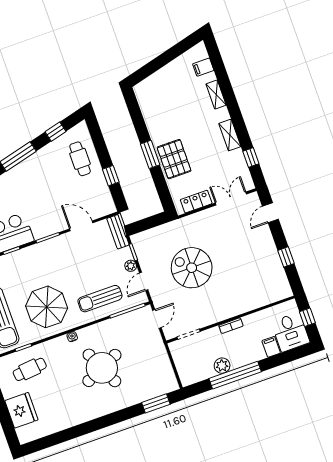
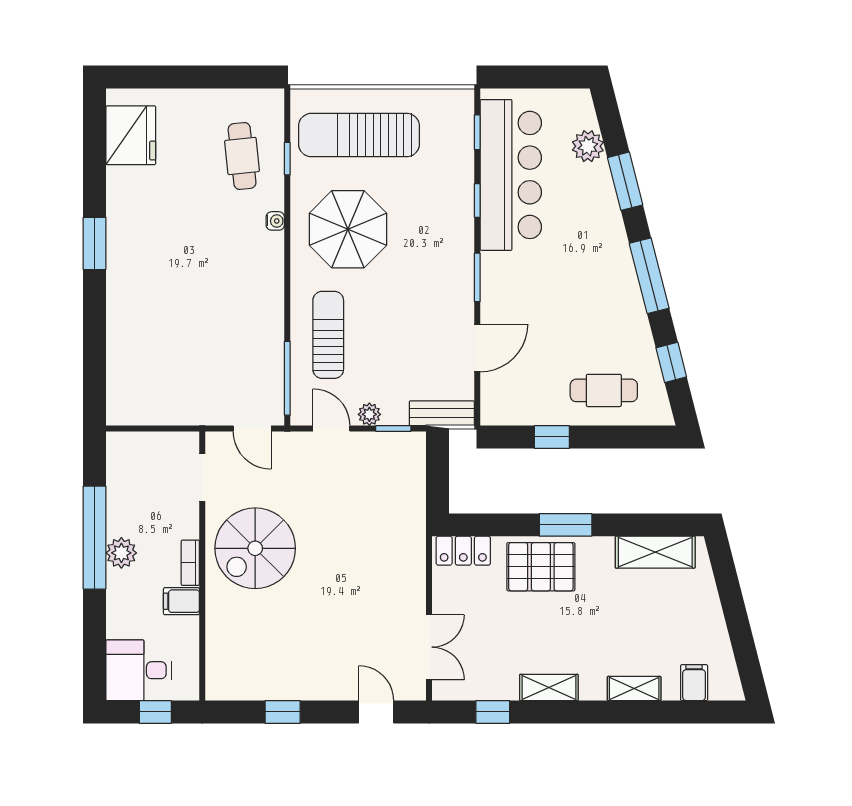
shelving: (148, 107) -> (655, 552), added
locker: (196, 202) -> (463, 551), moved, turned 90
spiral stairs: (192, 268) -> (255, 548), moved, turned 180
water cooler: (72, 337) -> (275, 221), moved
filing cabinet: (271, 347) -> (181, 601), moved, turned 180
plant: (222, 366) -> (121, 553), moved
round table: (102, 368) -> (197, 292), removed
window: (156, 403) -> (95, 243), moved
fridge: (21, 410) -> (131, 135), moved, turned -90

